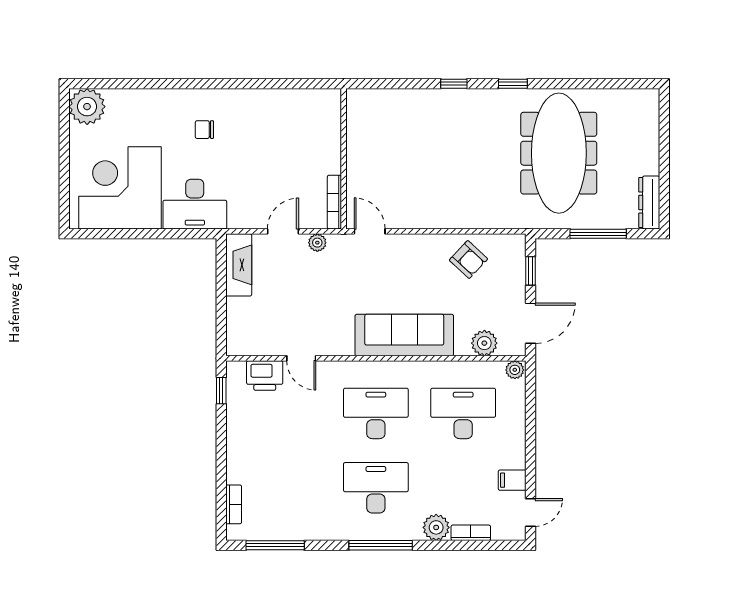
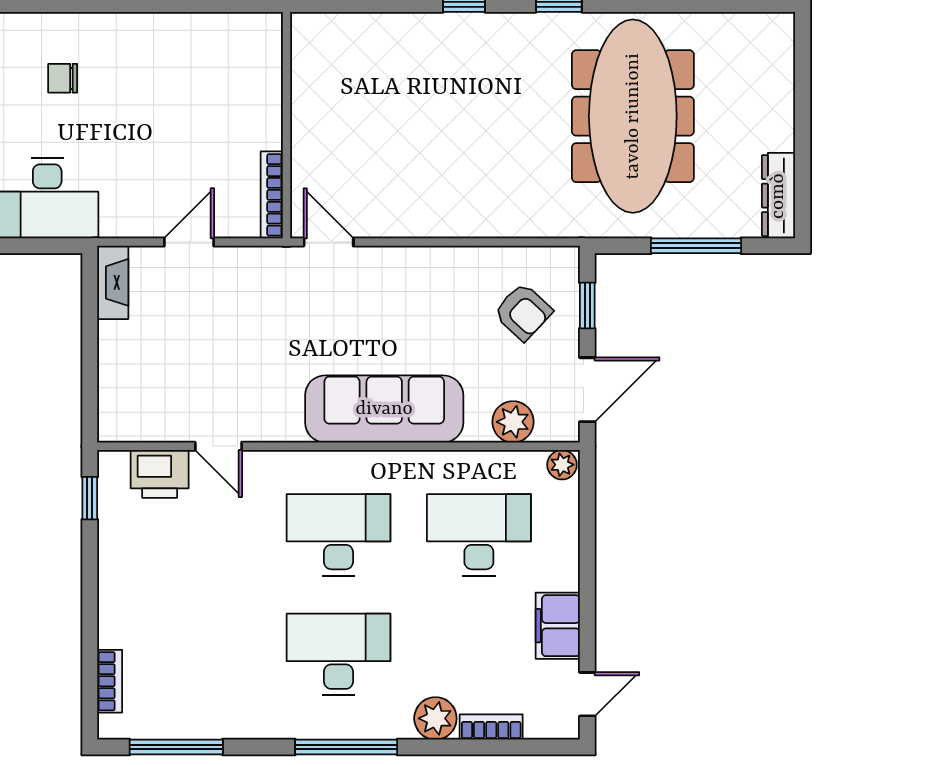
plant: (317, 243) -> (244, 260), removed
armchair: (468, 259) -> (523, 312), moved
fireplace: (239, 265) -> (113, 282), width x0.73, depth x0.76
filing cabinet: (512, 480) -> (558, 626), width x2.00

